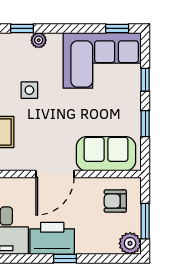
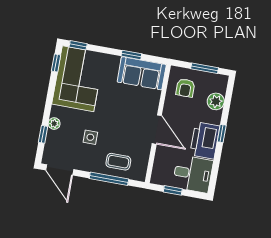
window: (145, 80) -> (78, 45), moved
sofa: (106, 154) -> (142, 73), moved, turned -90
plant: (130, 243) -> (216, 101), moved

